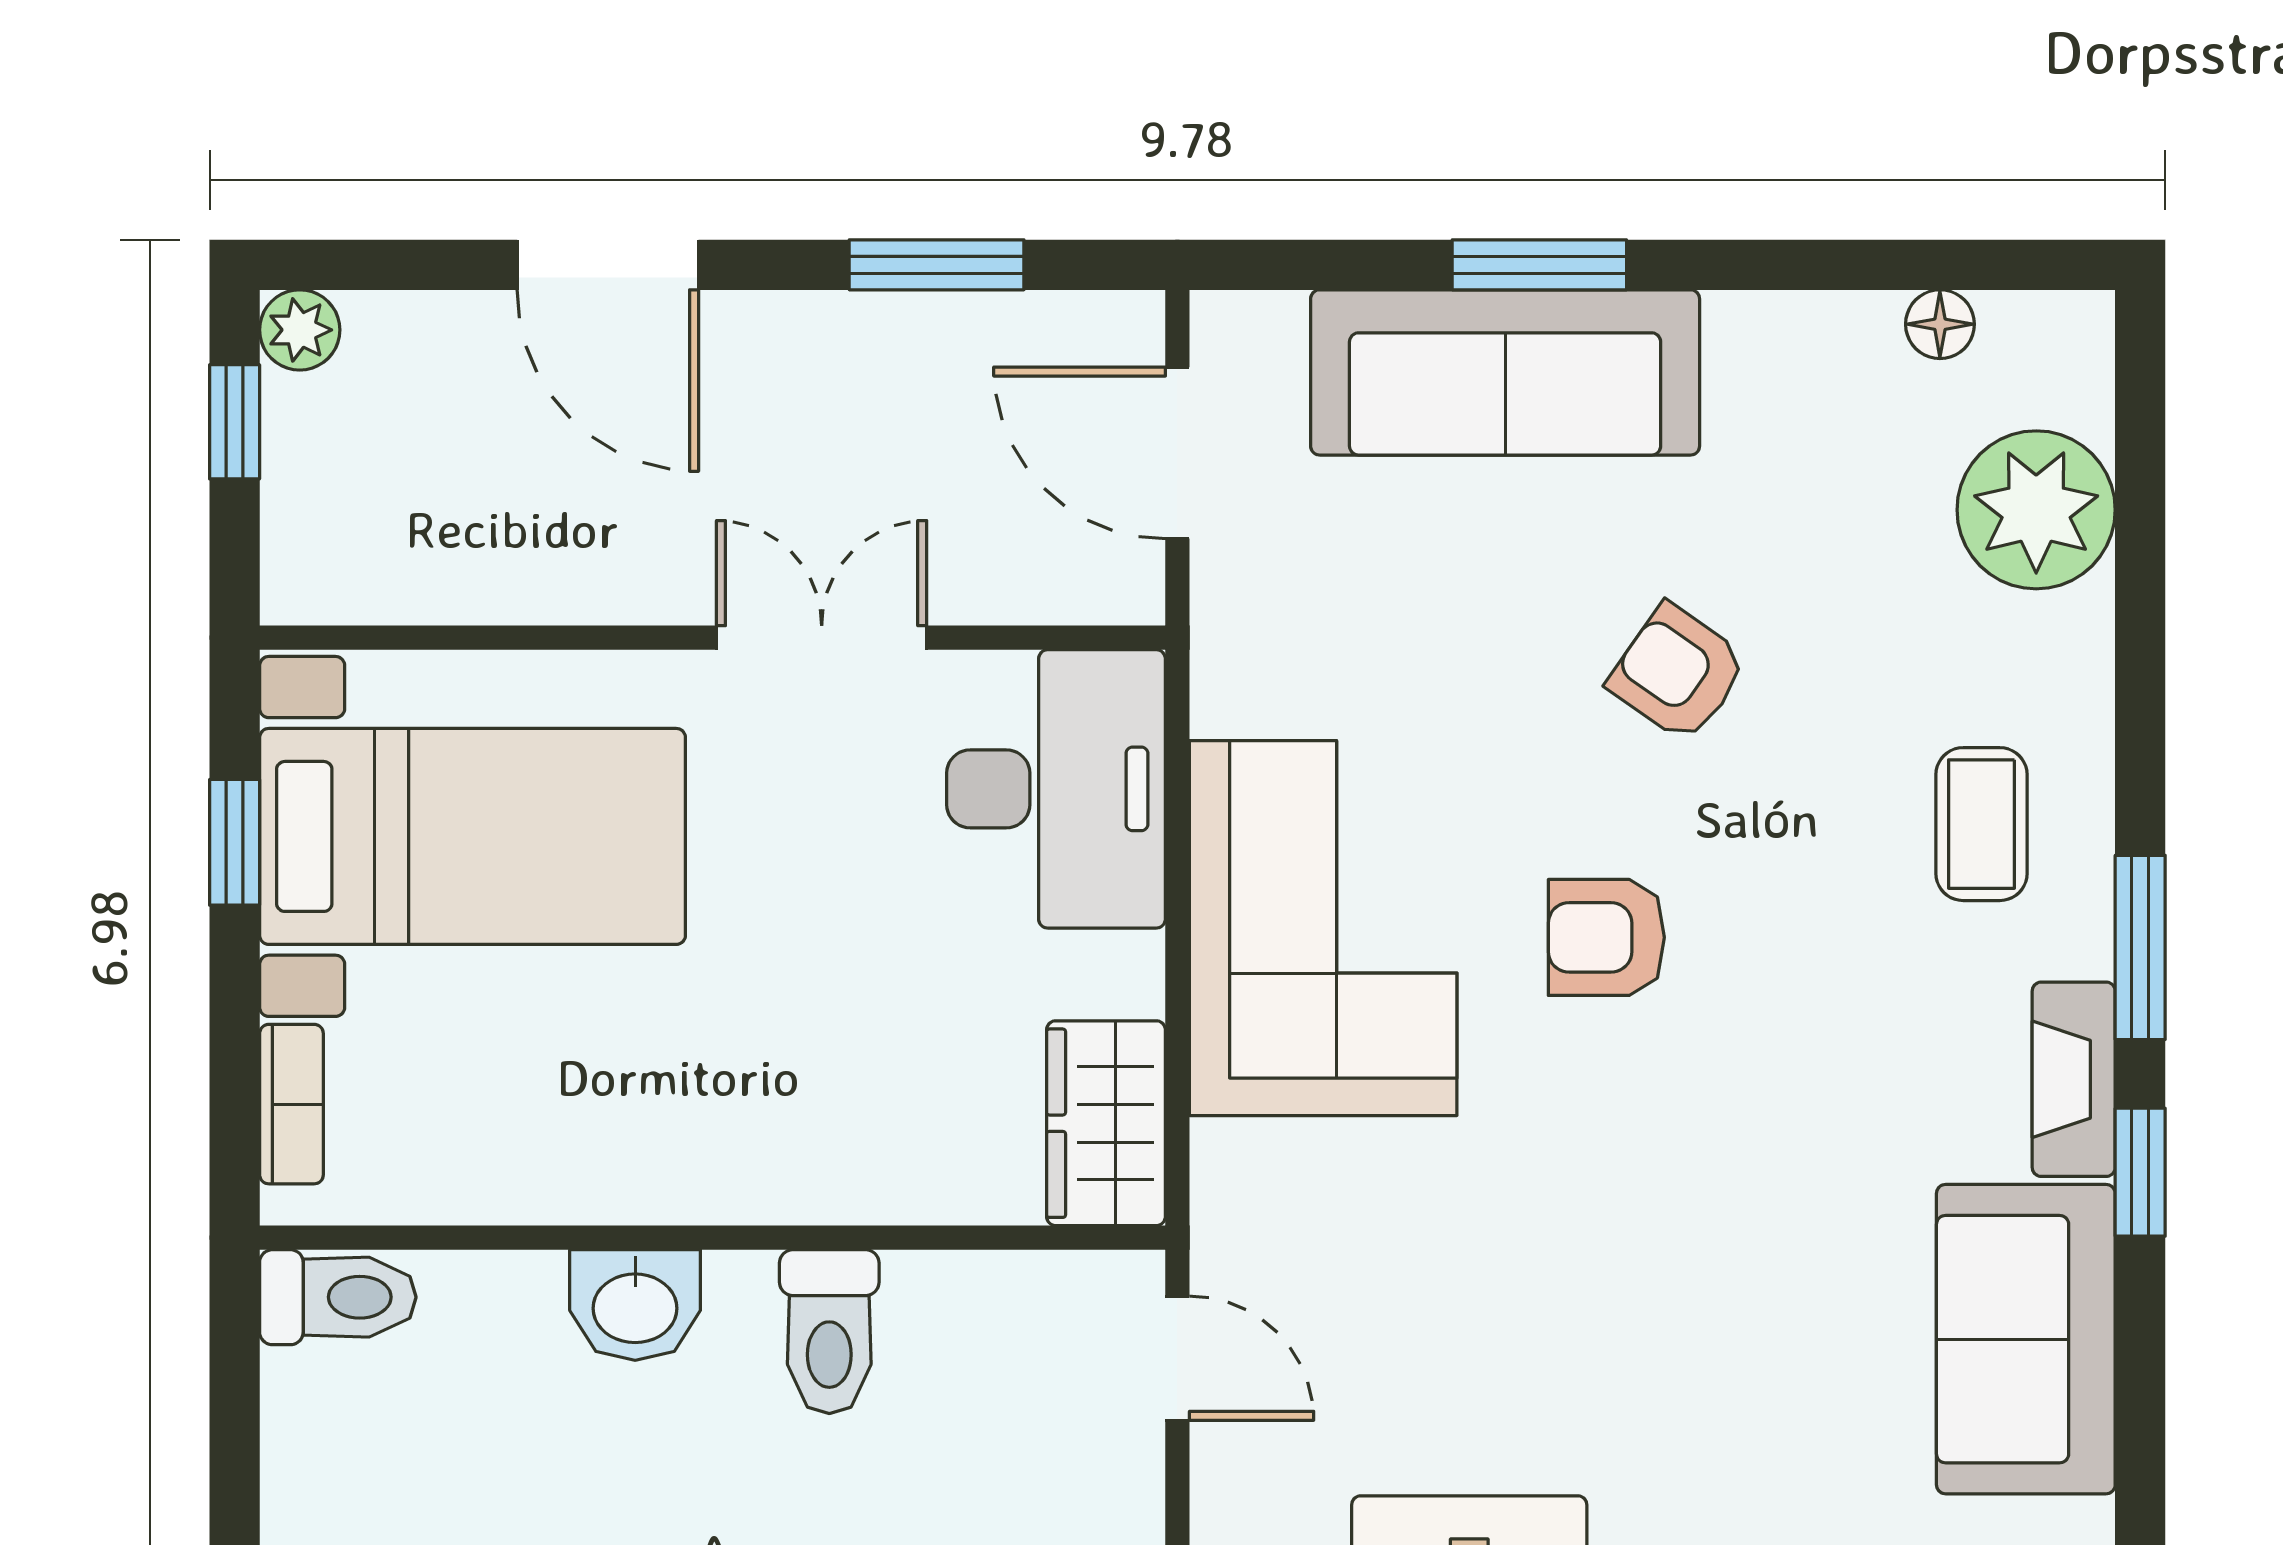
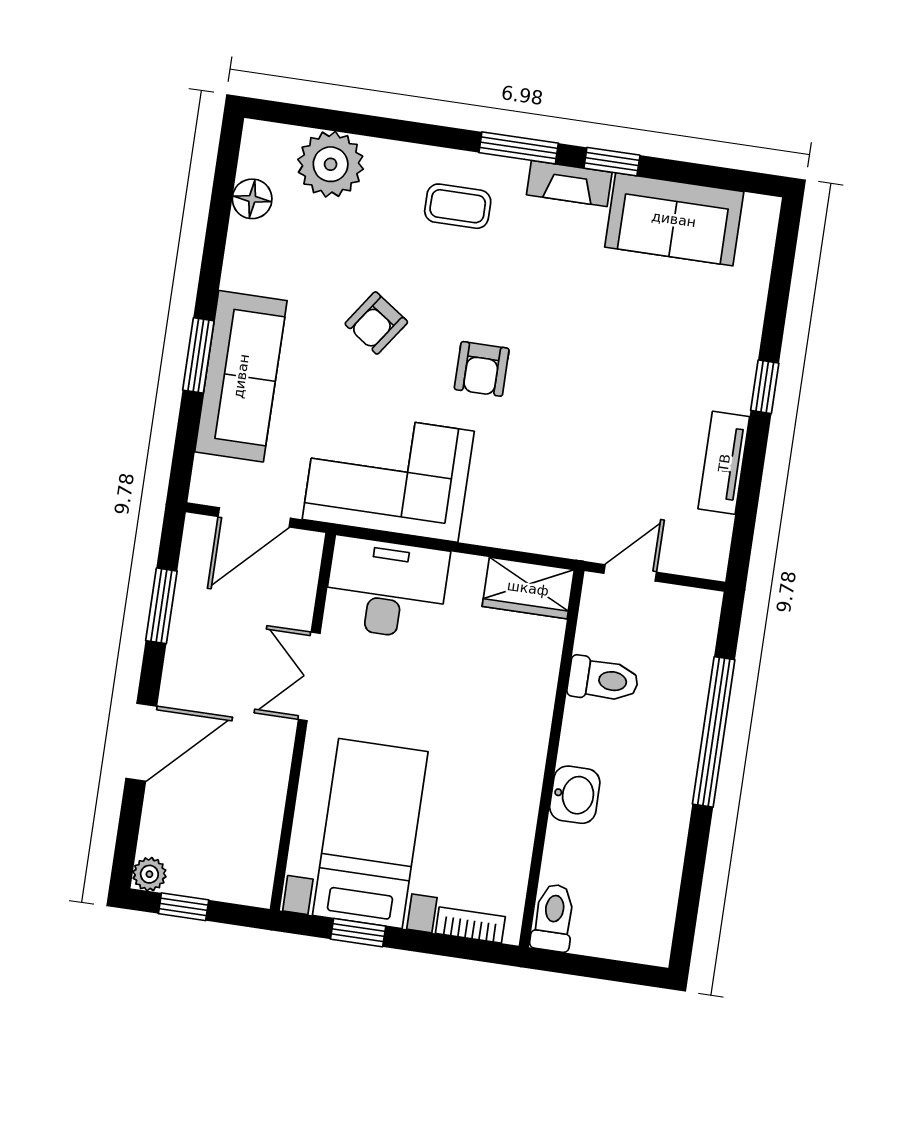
floor lamp: (1940, 324) -> (252, 199), width x1.37, depth x1.37
corner sofa: (1323, 928) -> (388, 475), moved
toilet: (829, 1332) -> (603, 680), moved

